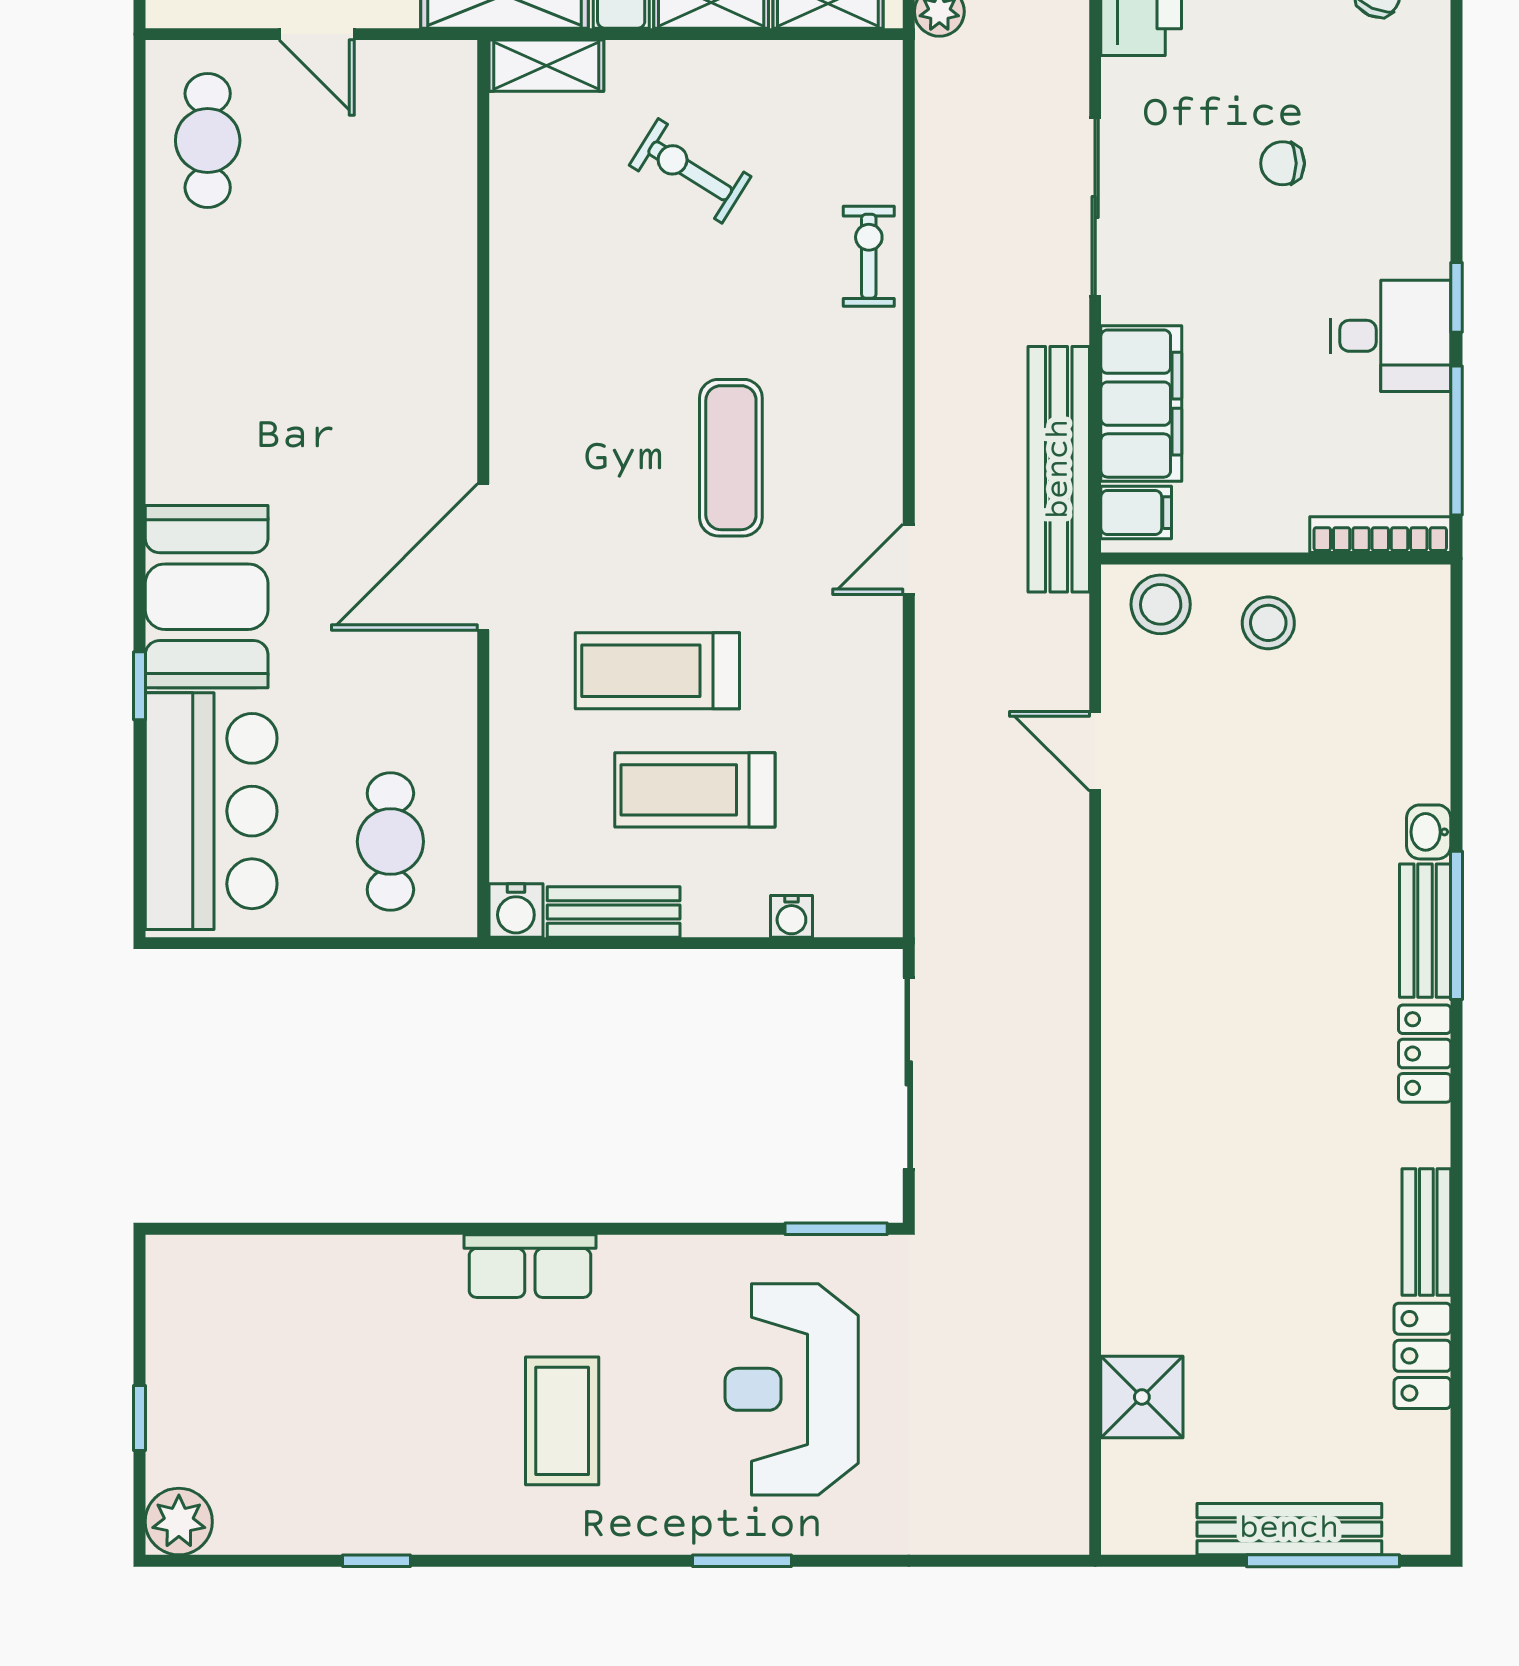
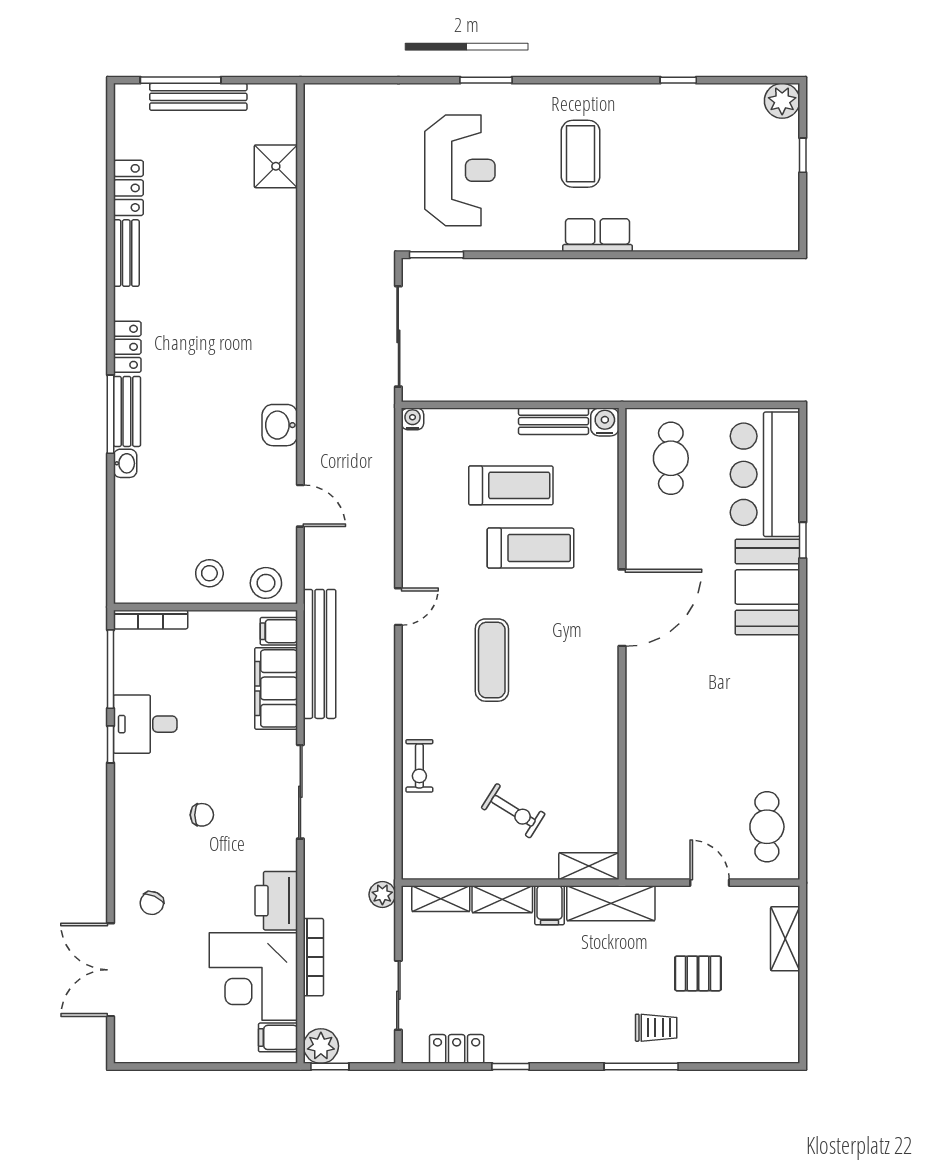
washbasin: (1134, 905) -> (280, 425), added
water cooler: (791, 916) -> (413, 419), moved

